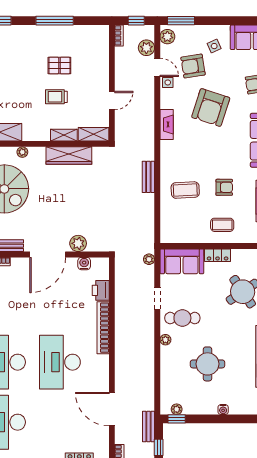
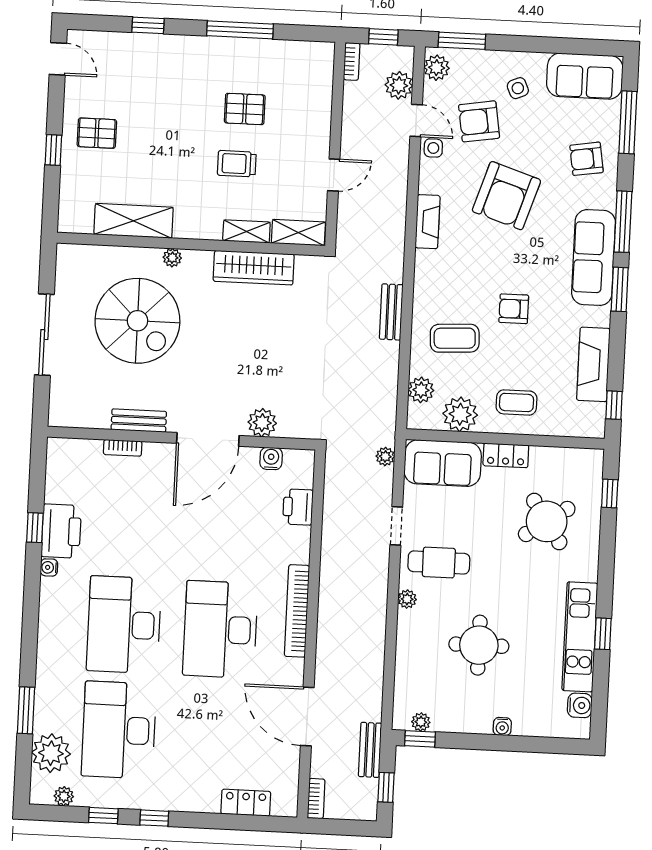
armchair: (224, 187) -> (514, 309), moved, turned 180
plant: (167, 220) -> (421, 390), added
plant: (190, 233) -> (460, 414), added
bookcase: (103, 328) -> (297, 611), moved

